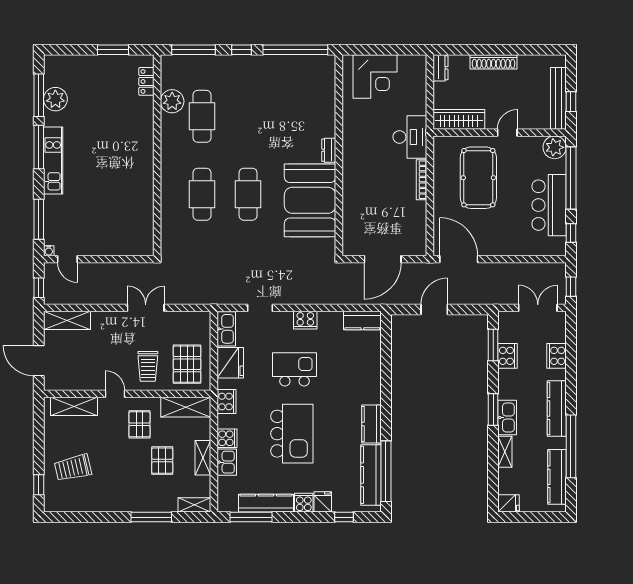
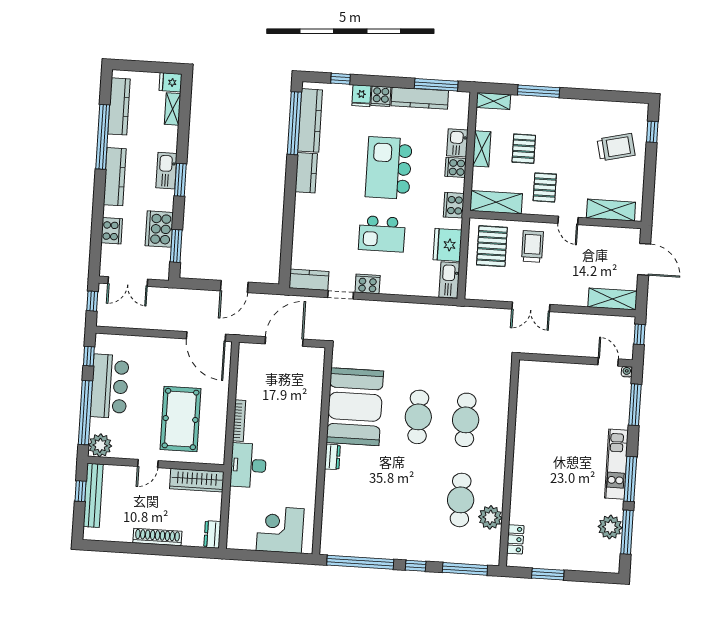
doorway: (260, 308) -> (341, 295), moved
cooker: (508, 356) -> (159, 229), width x1.37, depth x1.31
shelving: (505, 452) -> (173, 109), moved

